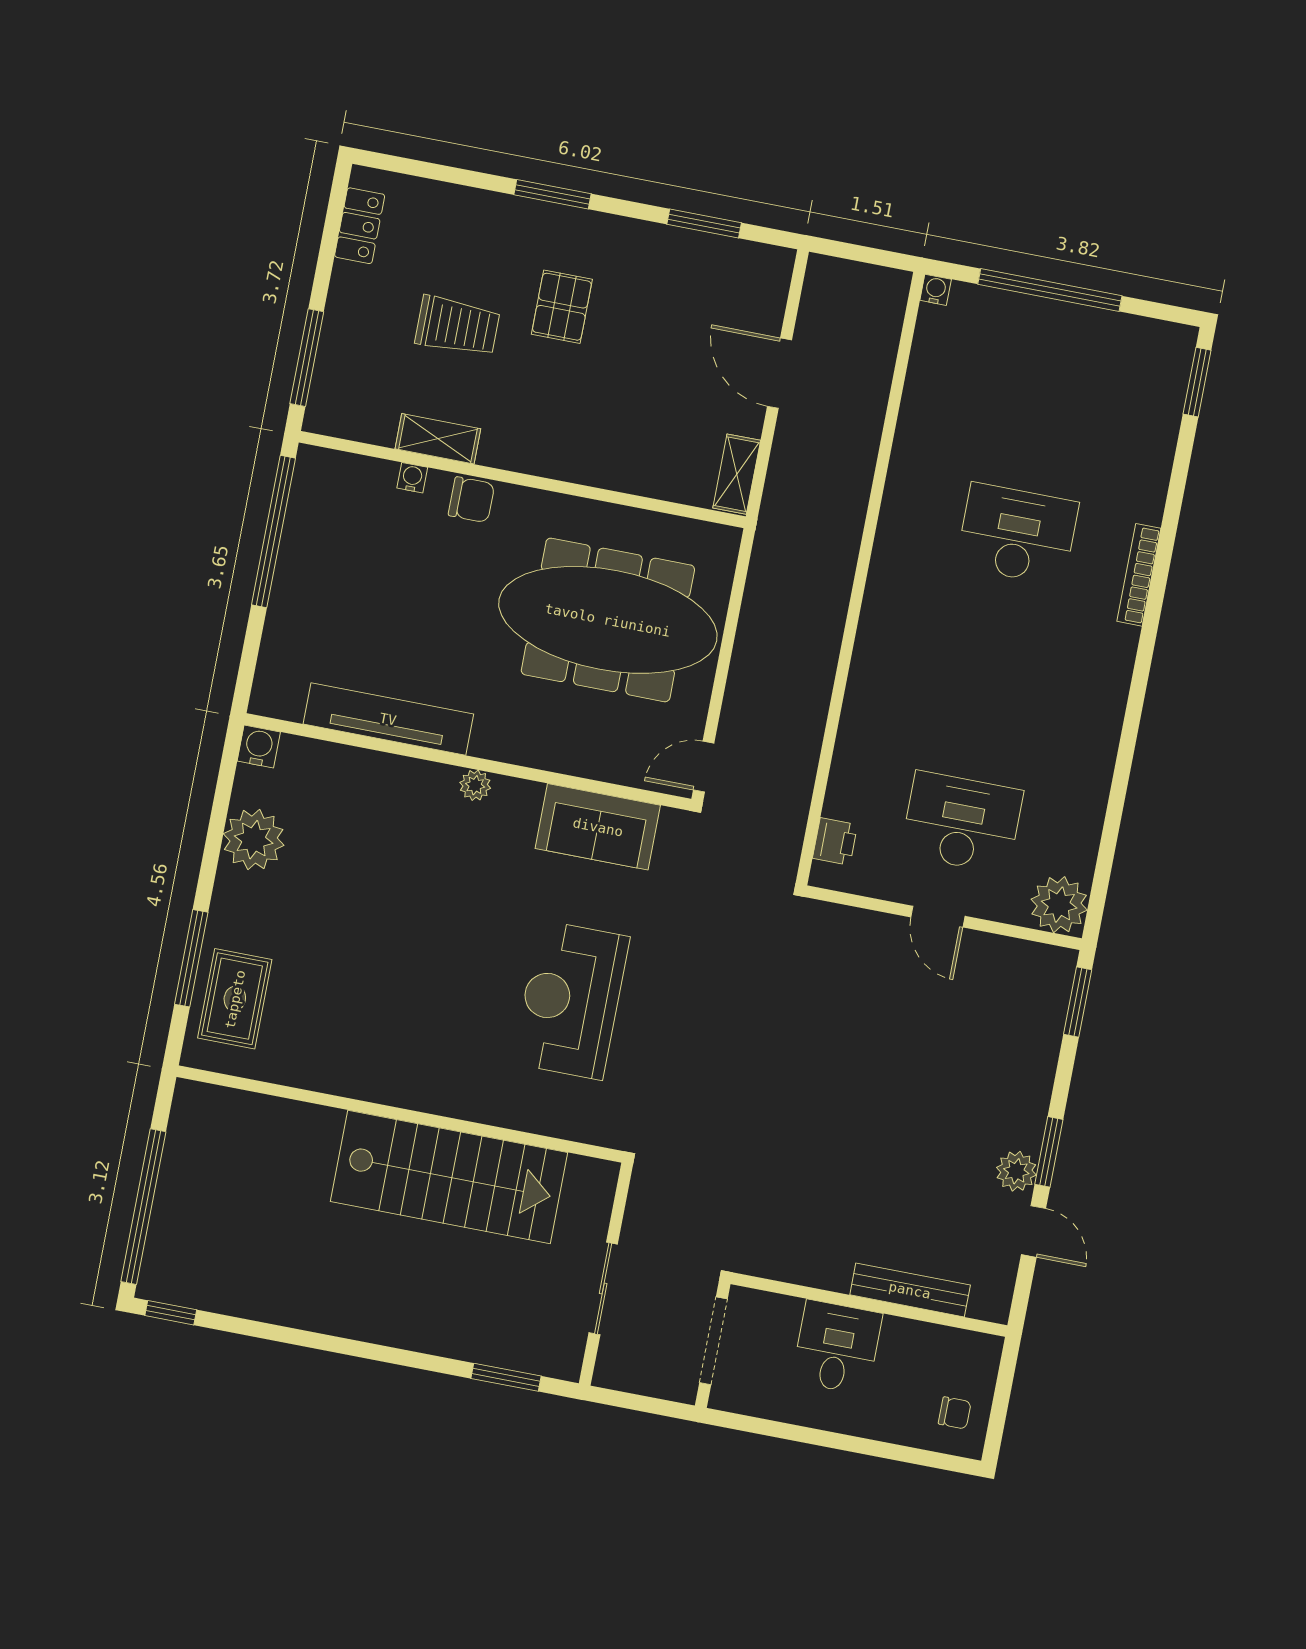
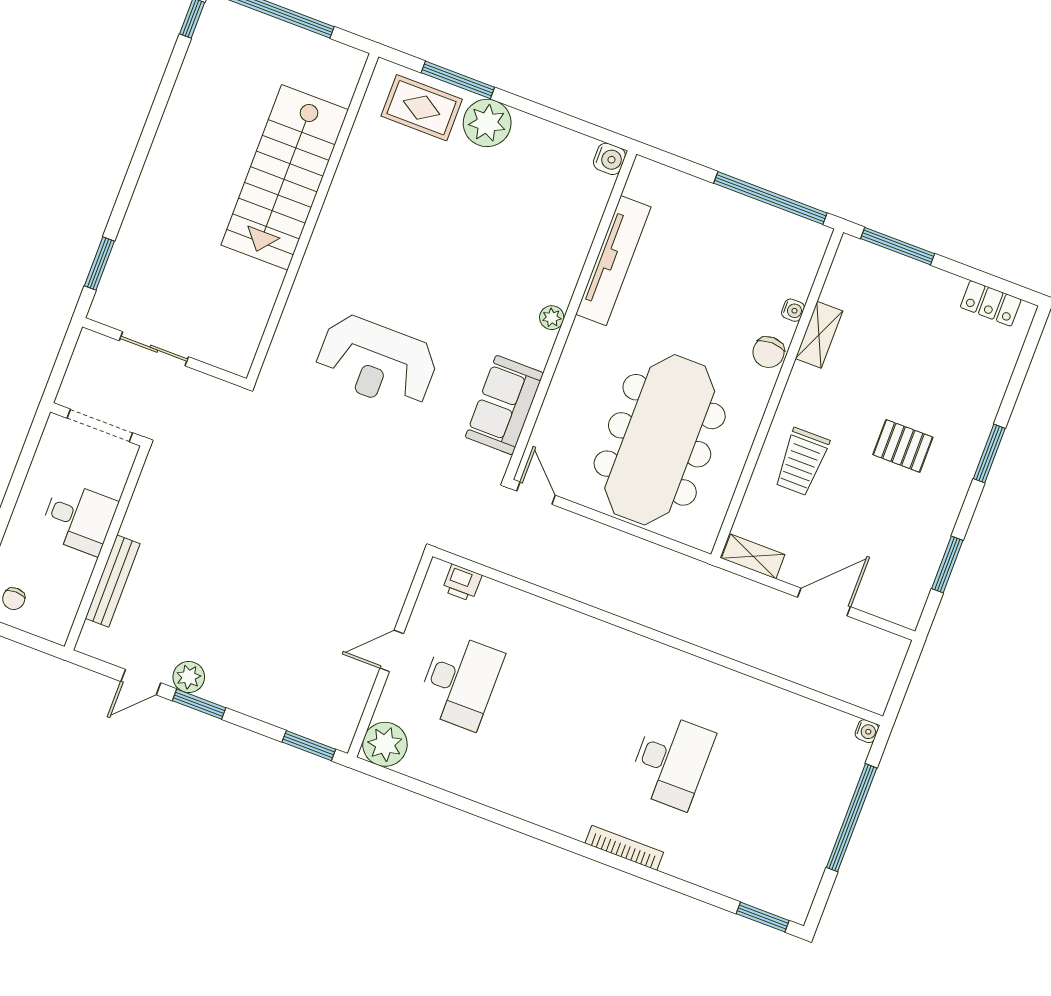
trolley: (457, 326) -> (802, 462), moved
plant: (254, 840) -> (487, 123), moved
reception desk: (571, 1000) -> (377, 362), turned 180
stairs: (449, 1177) -> (285, 177), moved

